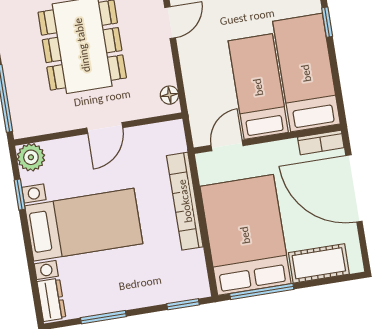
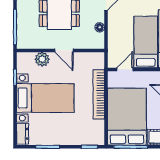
floor lamp: (169, 95) -> (100, 27), moved
door: (105, 128) -> (64, 50), hinge flipped
plant: (31, 157) -> (42, 59), moved

